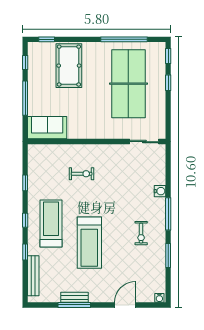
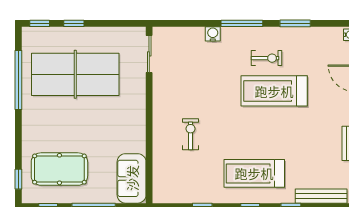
pool table: (69, 66) -> (59, 169), moved
treadmill: (89, 243) -> (274, 91), moved, turned 180

